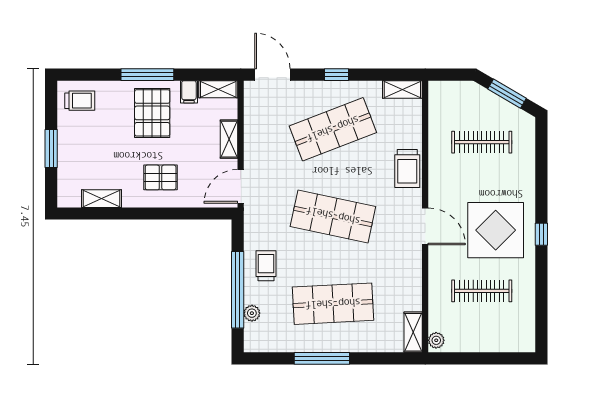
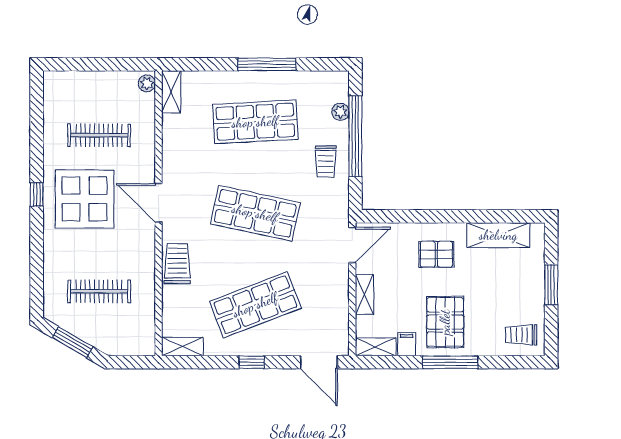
shelving: (101, 199) -> (498, 235), width x1.50, depth x1.33

